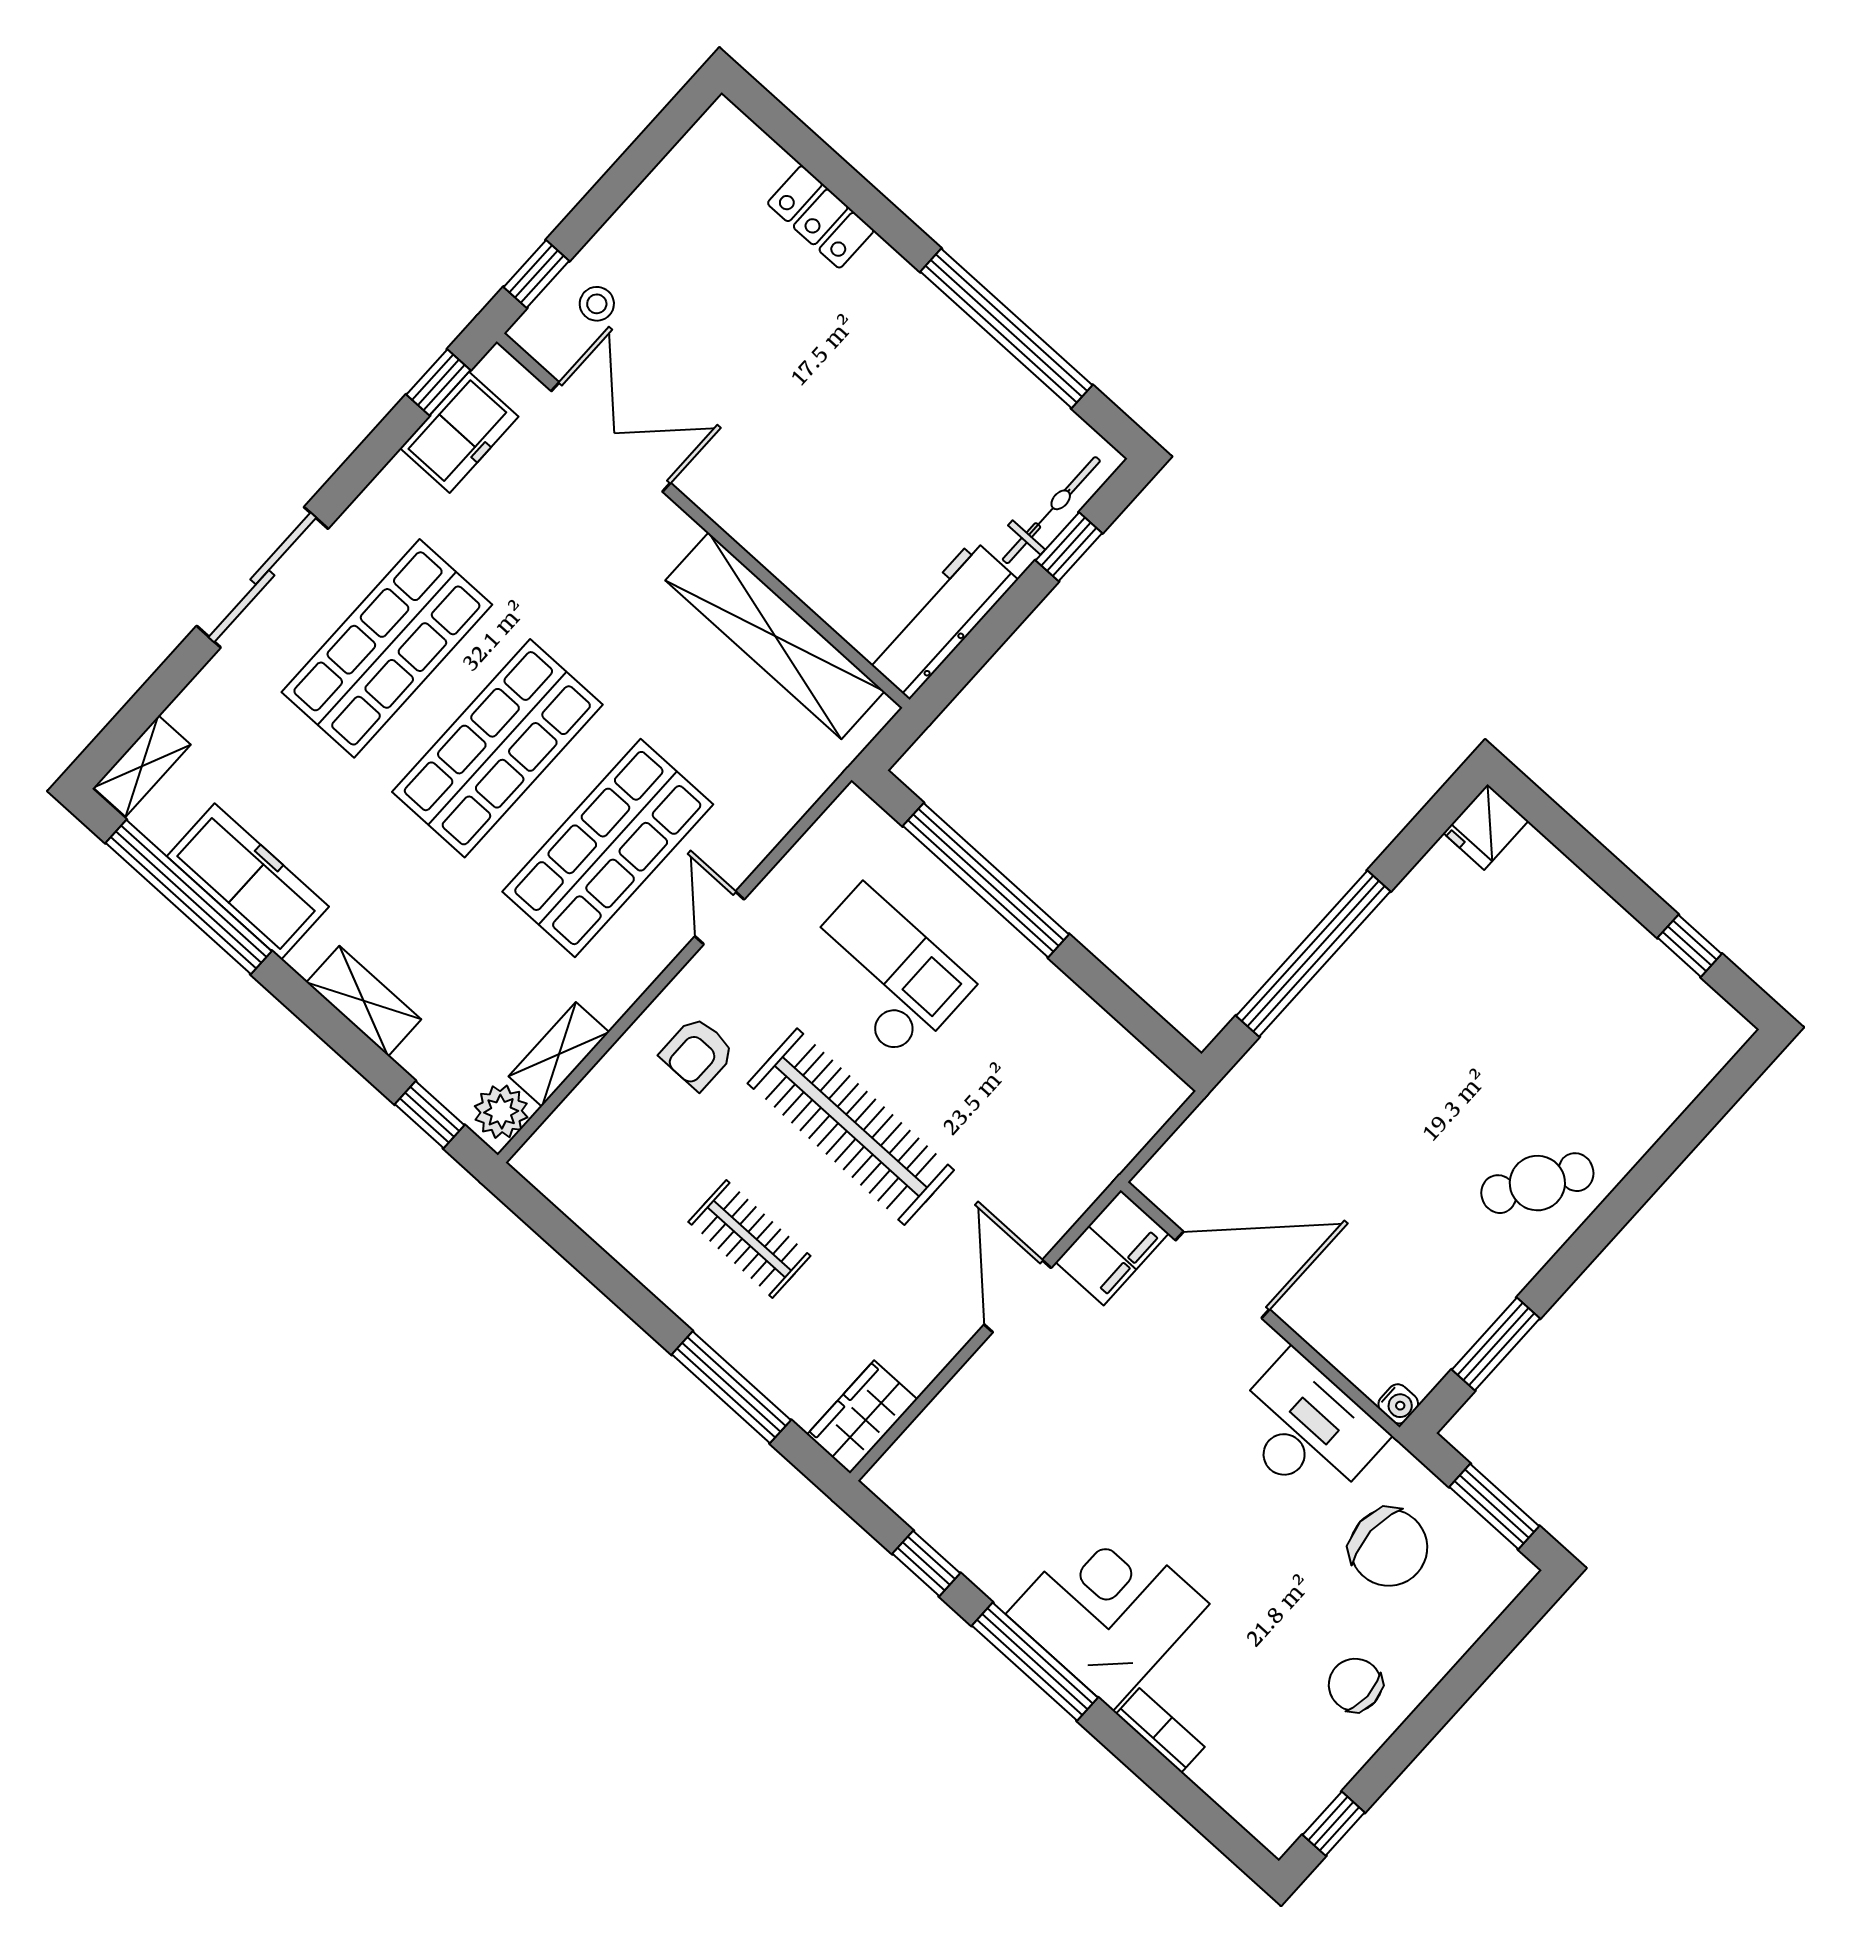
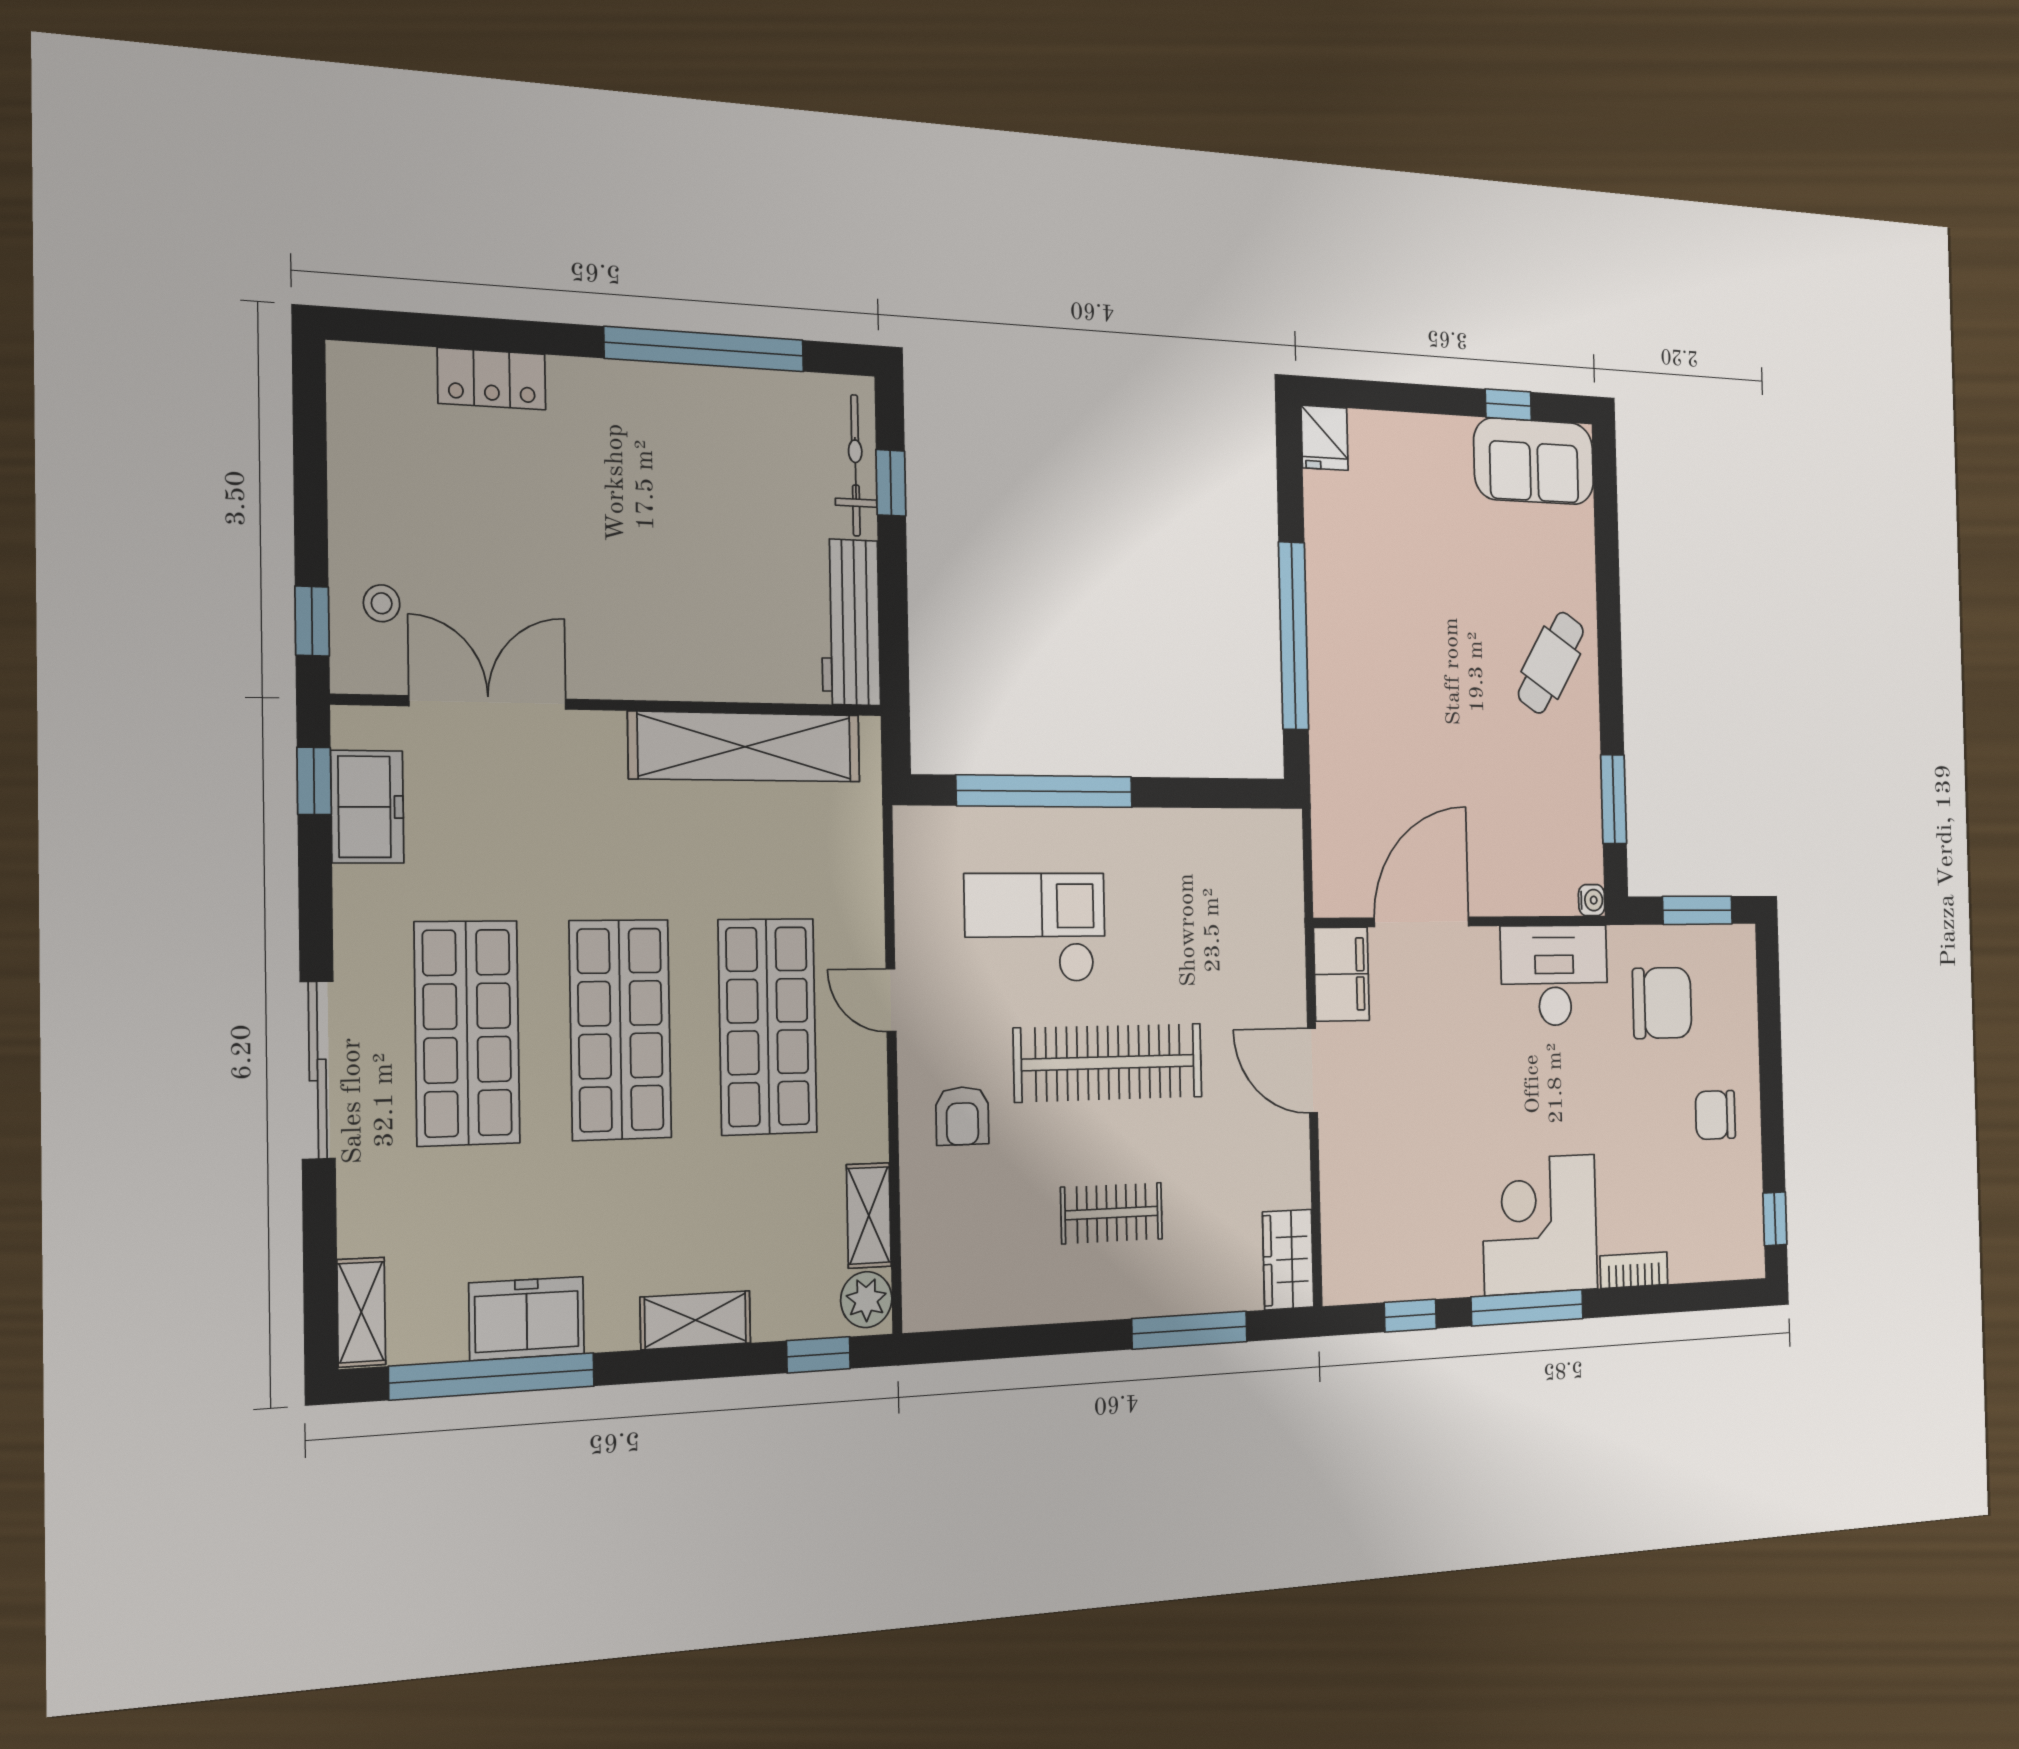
freezer: (248, 881) -> (527, 1318), width x0.71
sofa: (1673, 1011) -> (1534, 461), added

